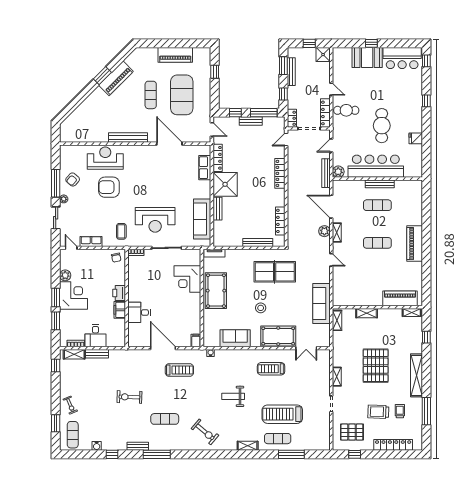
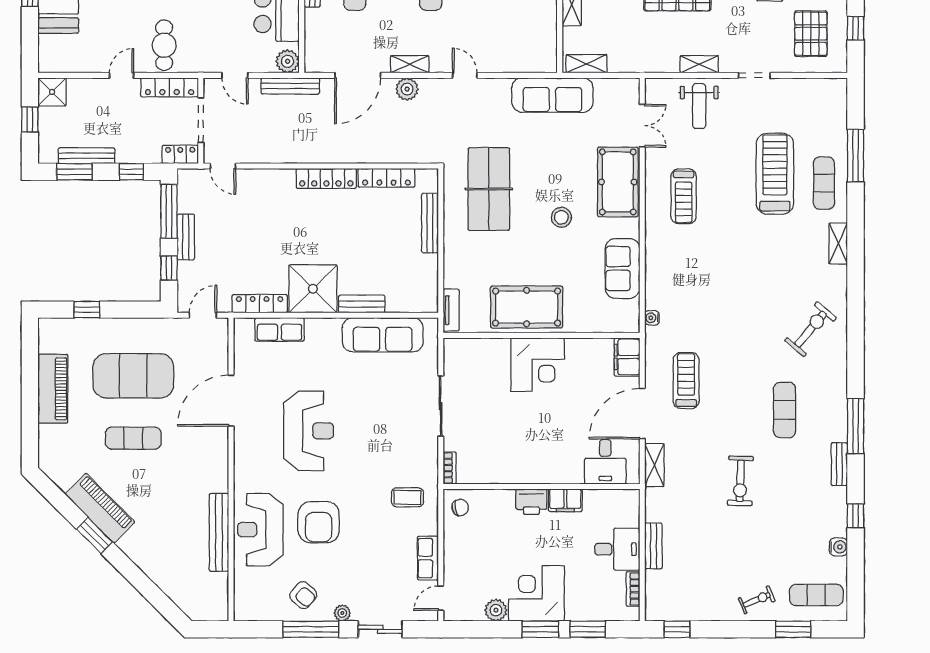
bench: (128, 138) -> (219, 532), moved
locker: (280, 173) -> (326, 178), moved
reception desk: (155, 220) -> (309, 431), moved
door: (331, 260) -> (465, 75), hinge flipped
corner desk: (187, 279) -> (538, 365), moved
desk: (139, 312) -> (605, 462), moved
filing cabinet: (196, 341) -> (627, 357), width x2.00
shelving: (74, 354) -> (654, 465), moved
weight bench: (233, 396) -> (699, 106), moved
treadmill: (282, 414) -> (775, 174), turned 180

